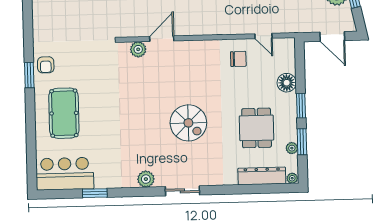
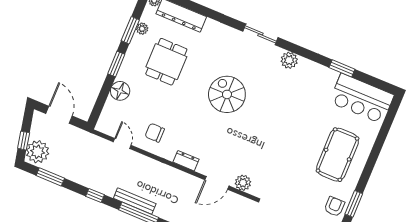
dresser: (199, 46) -> (186, 161), added

